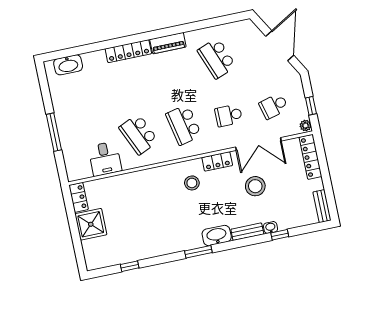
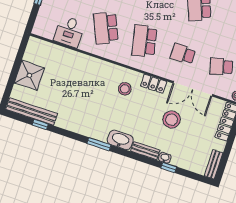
locker: (78, 197) -> (32, 49), removed
bench: (114, 258) -> (32, 112), added

